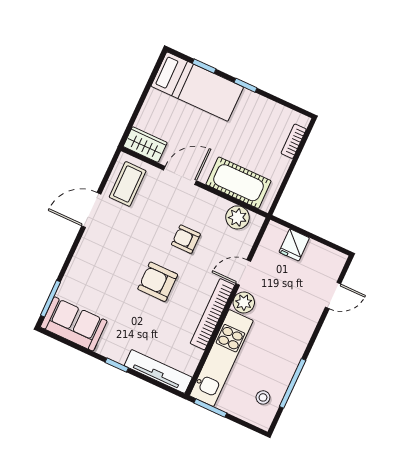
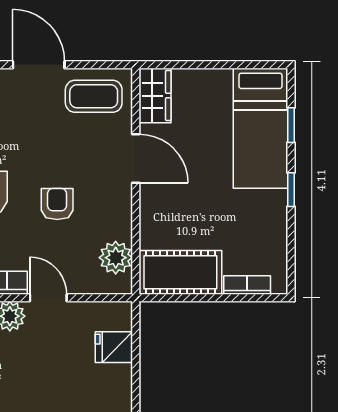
cot: (238, 183) -> (180, 272), moved, turned 90

